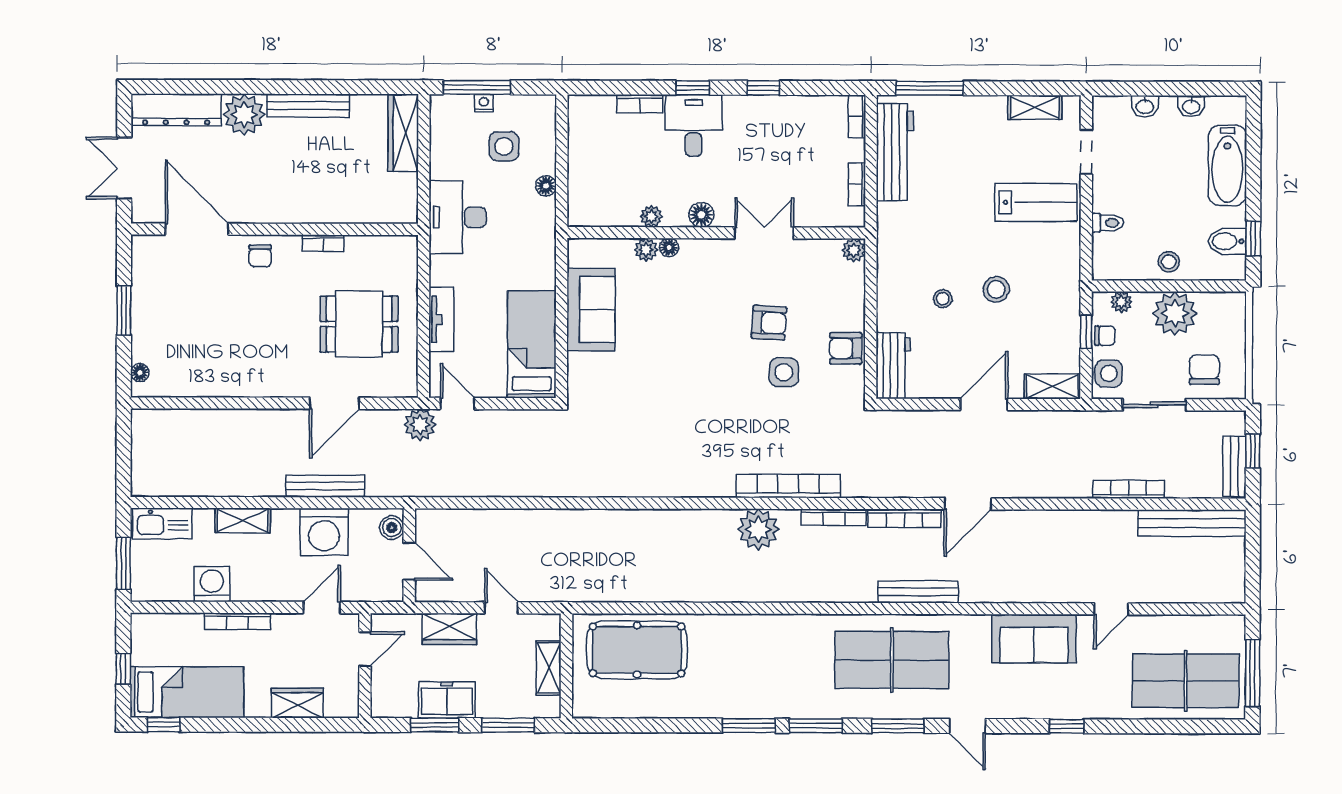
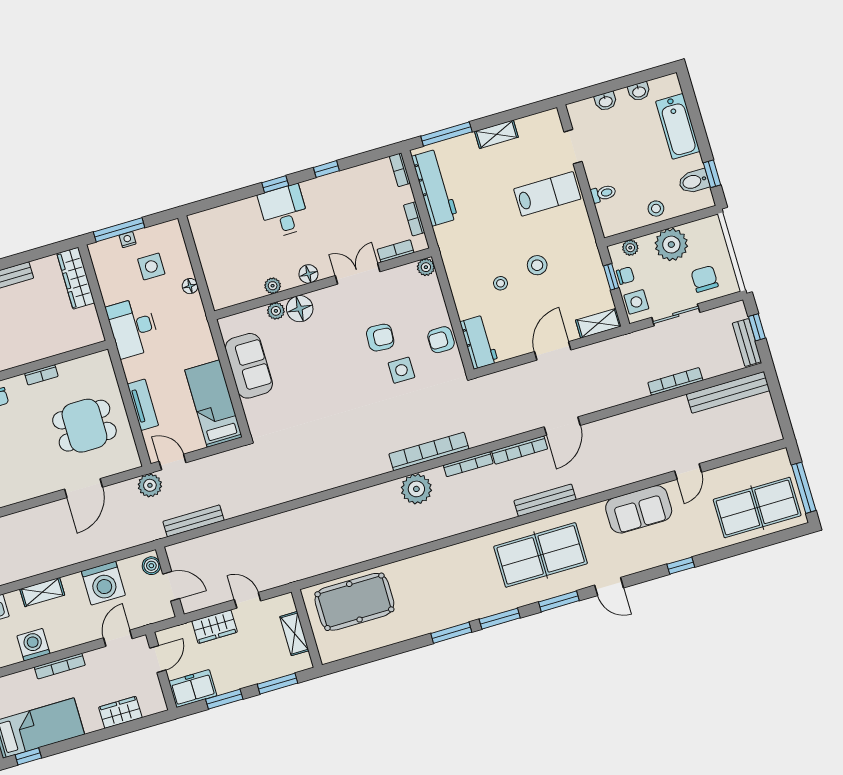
bookcase: (640, 104) -> (396, 251), moved, turned 180
shelving: (1035, 107) -> (496, 134), moved
floor lamp: (669, 247) -> (300, 309), width x1.89, depth x1.89
bench: (325, 486) -> (193, 521), moved
freezer: (447, 700) -> (193, 689), moved

